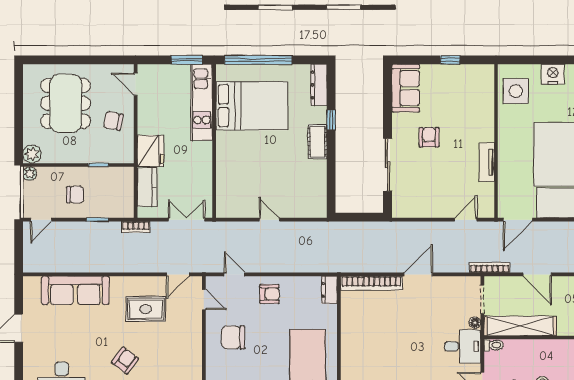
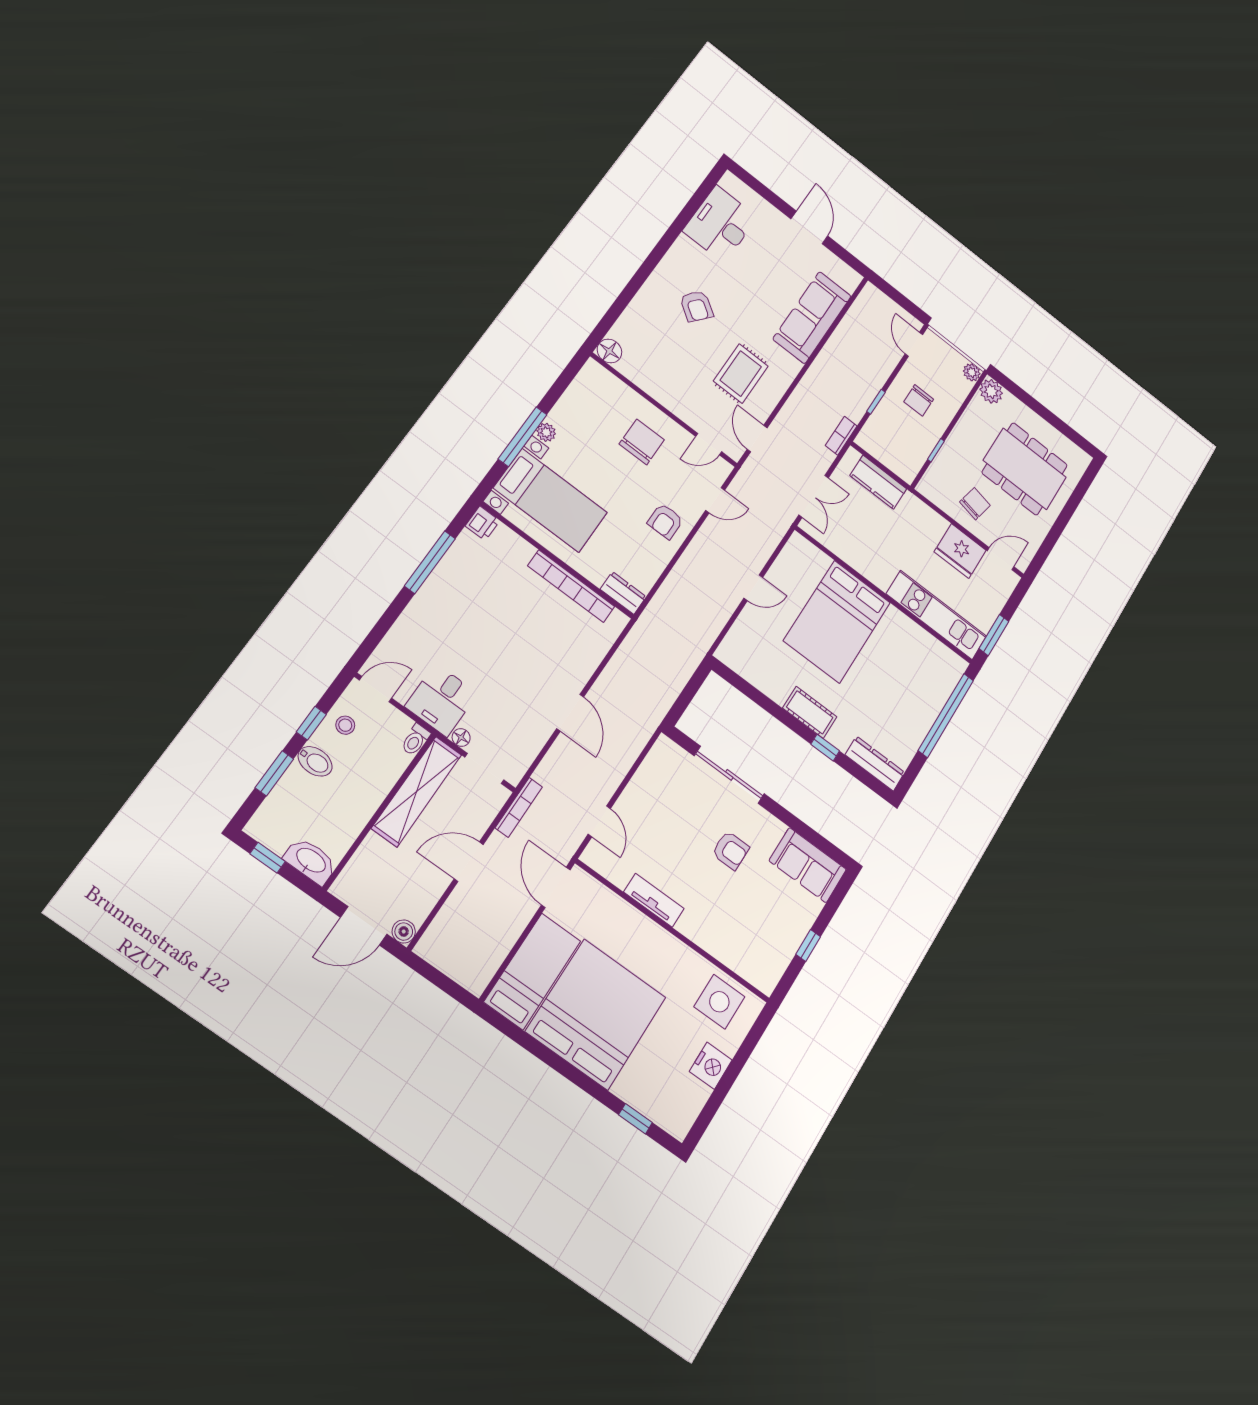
bed: (252, 106) -> (837, 622), moved
fridge: (150, 151) -> (960, 551), moved
bookcase: (371, 283) -> (571, 586), moved, turned -90

